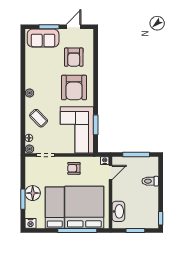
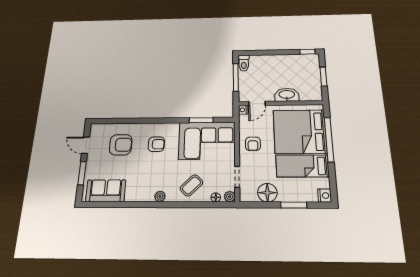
sofa: (43, 38) -> (106, 191), moved, turned -90
armchair: (74, 87) -> (156, 144), width x0.53, depth x0.53
door: (110, 173) -> (257, 104), swing flipped
toilet: (150, 181) -> (244, 63), moved
floor lamp: (33, 193) -> (267, 193), moved
washbasin: (118, 211) -> (287, 95), moved

